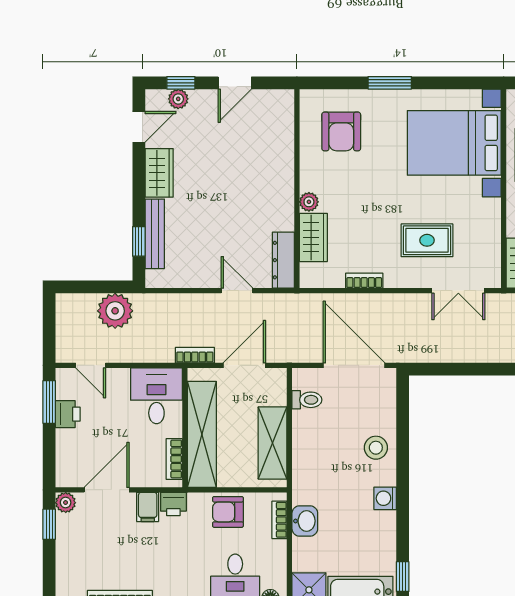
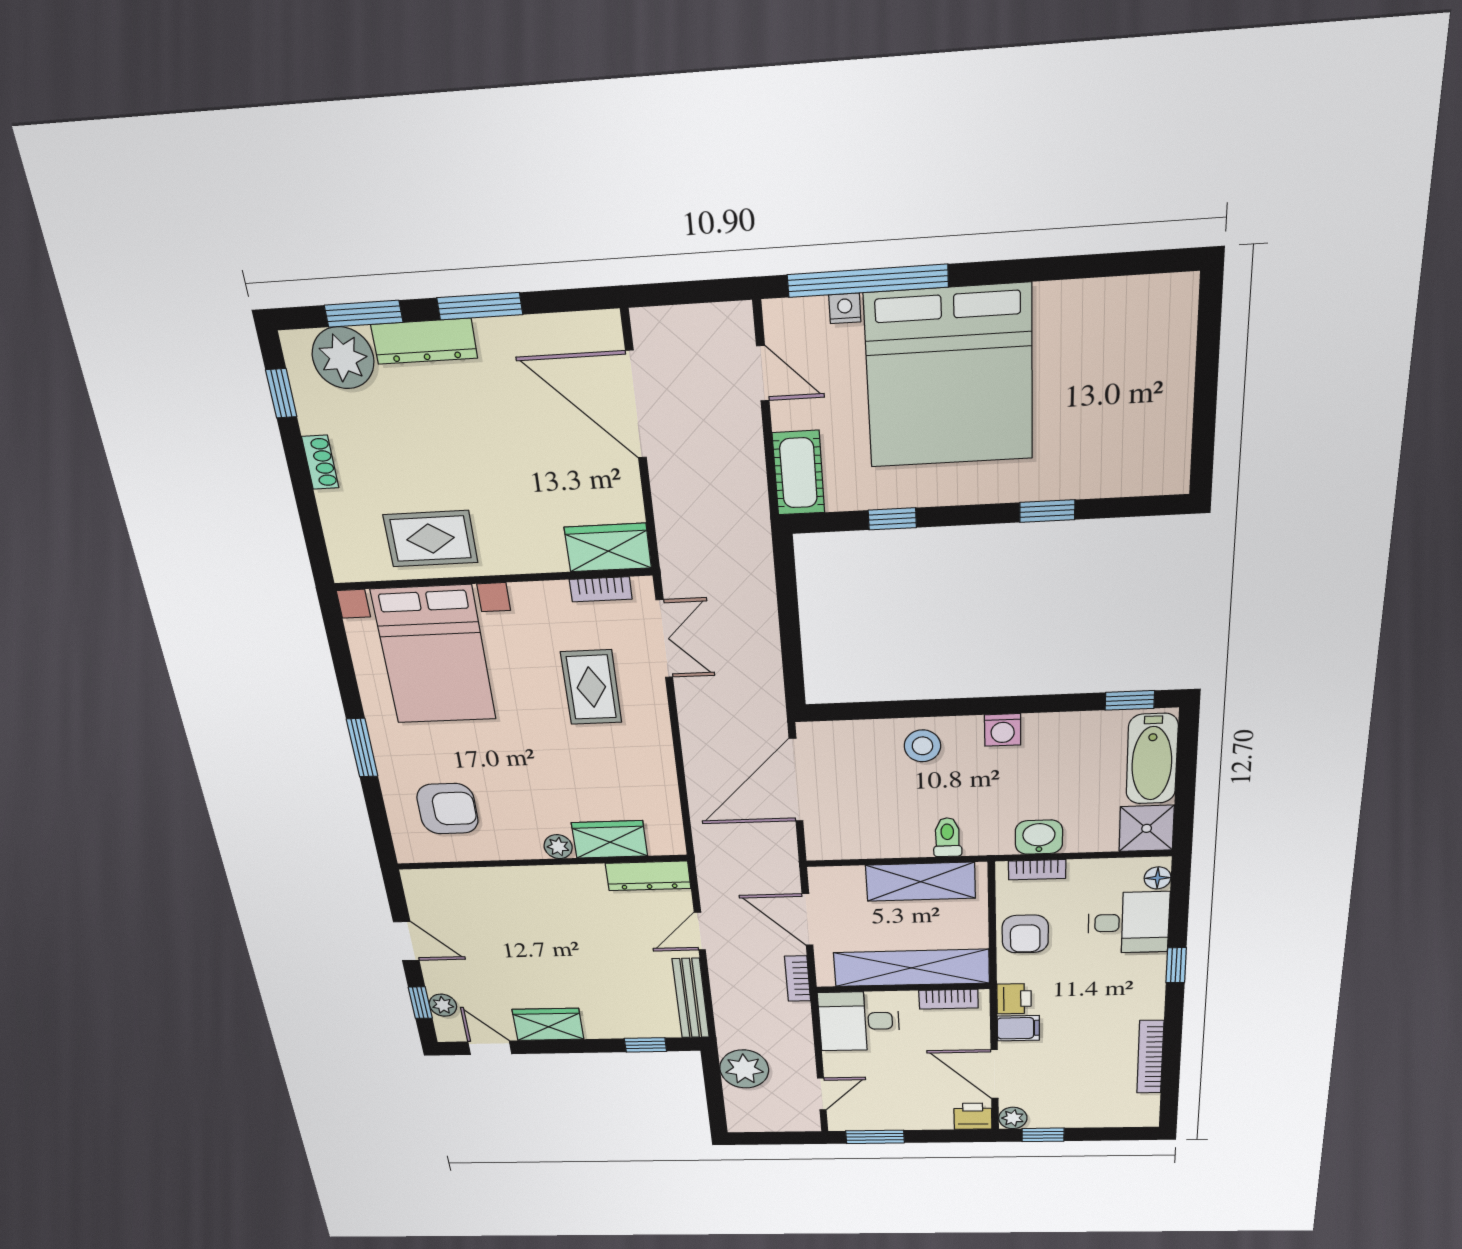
bench: (155, 234) -> (691, 998), moved, turned 90
bookcase: (364, 281) -> (601, 589), moved, turned -90
toilet: (307, 400) -> (947, 837), moved
printer: (68, 414) -> (973, 1116), moved

